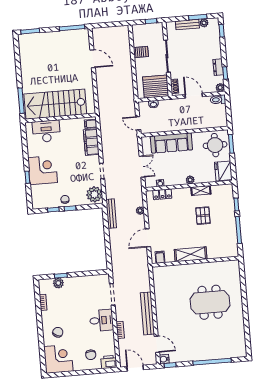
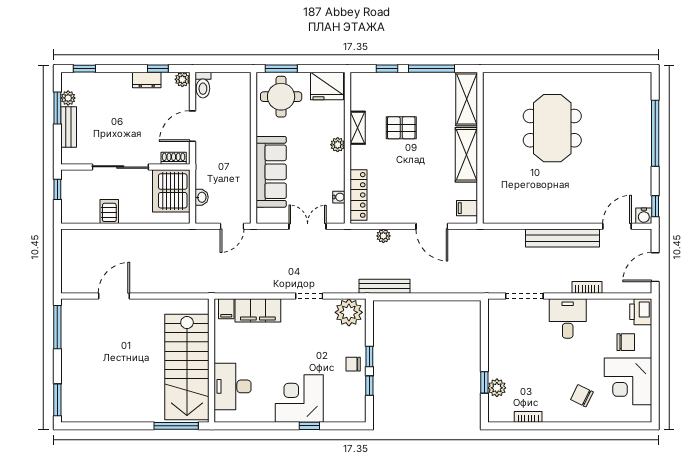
locker: (162, 194) -> (359, 195), width x1.53
shelving: (223, 252) -> (467, 99), added
corner desk: (58, 359) -> (628, 381), moved, turned -90

